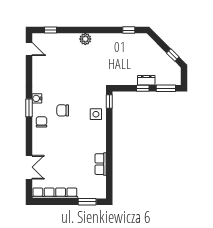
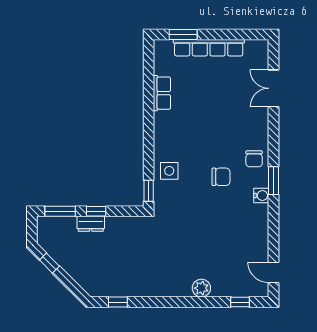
plant: (85, 39) -> (201, 288), moved
row of seats: (55, 193) -> (209, 48), moved

